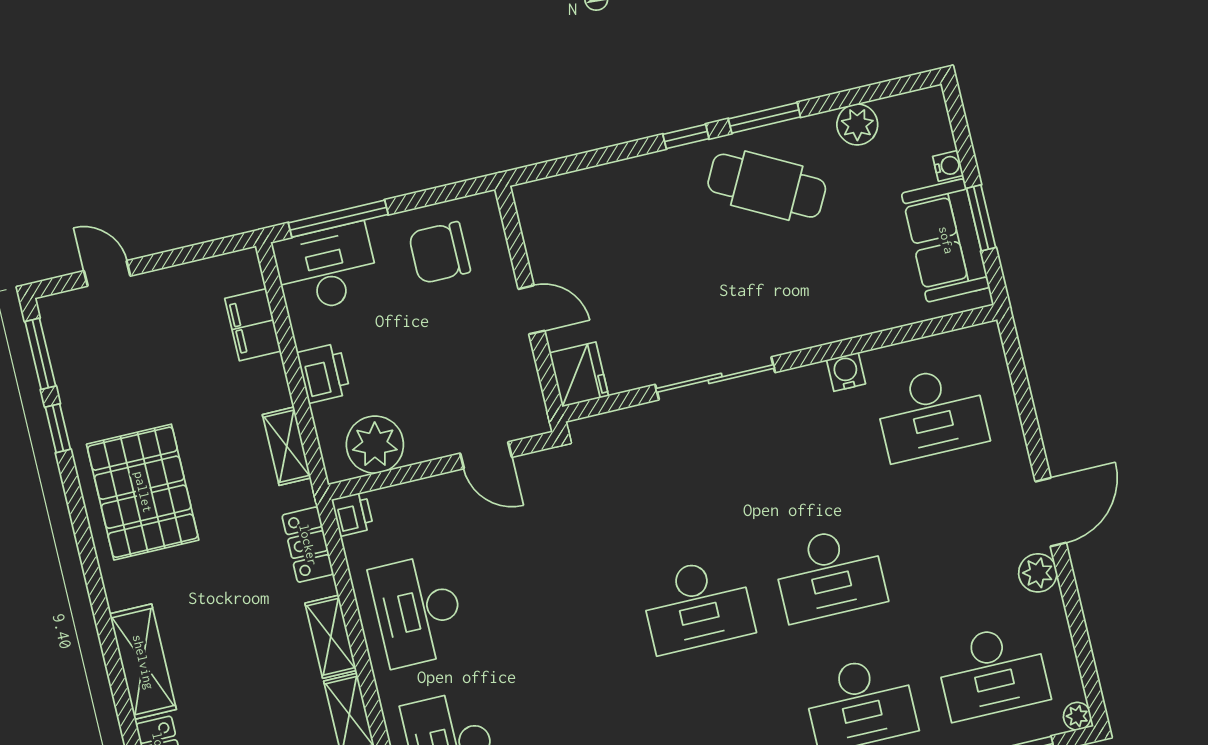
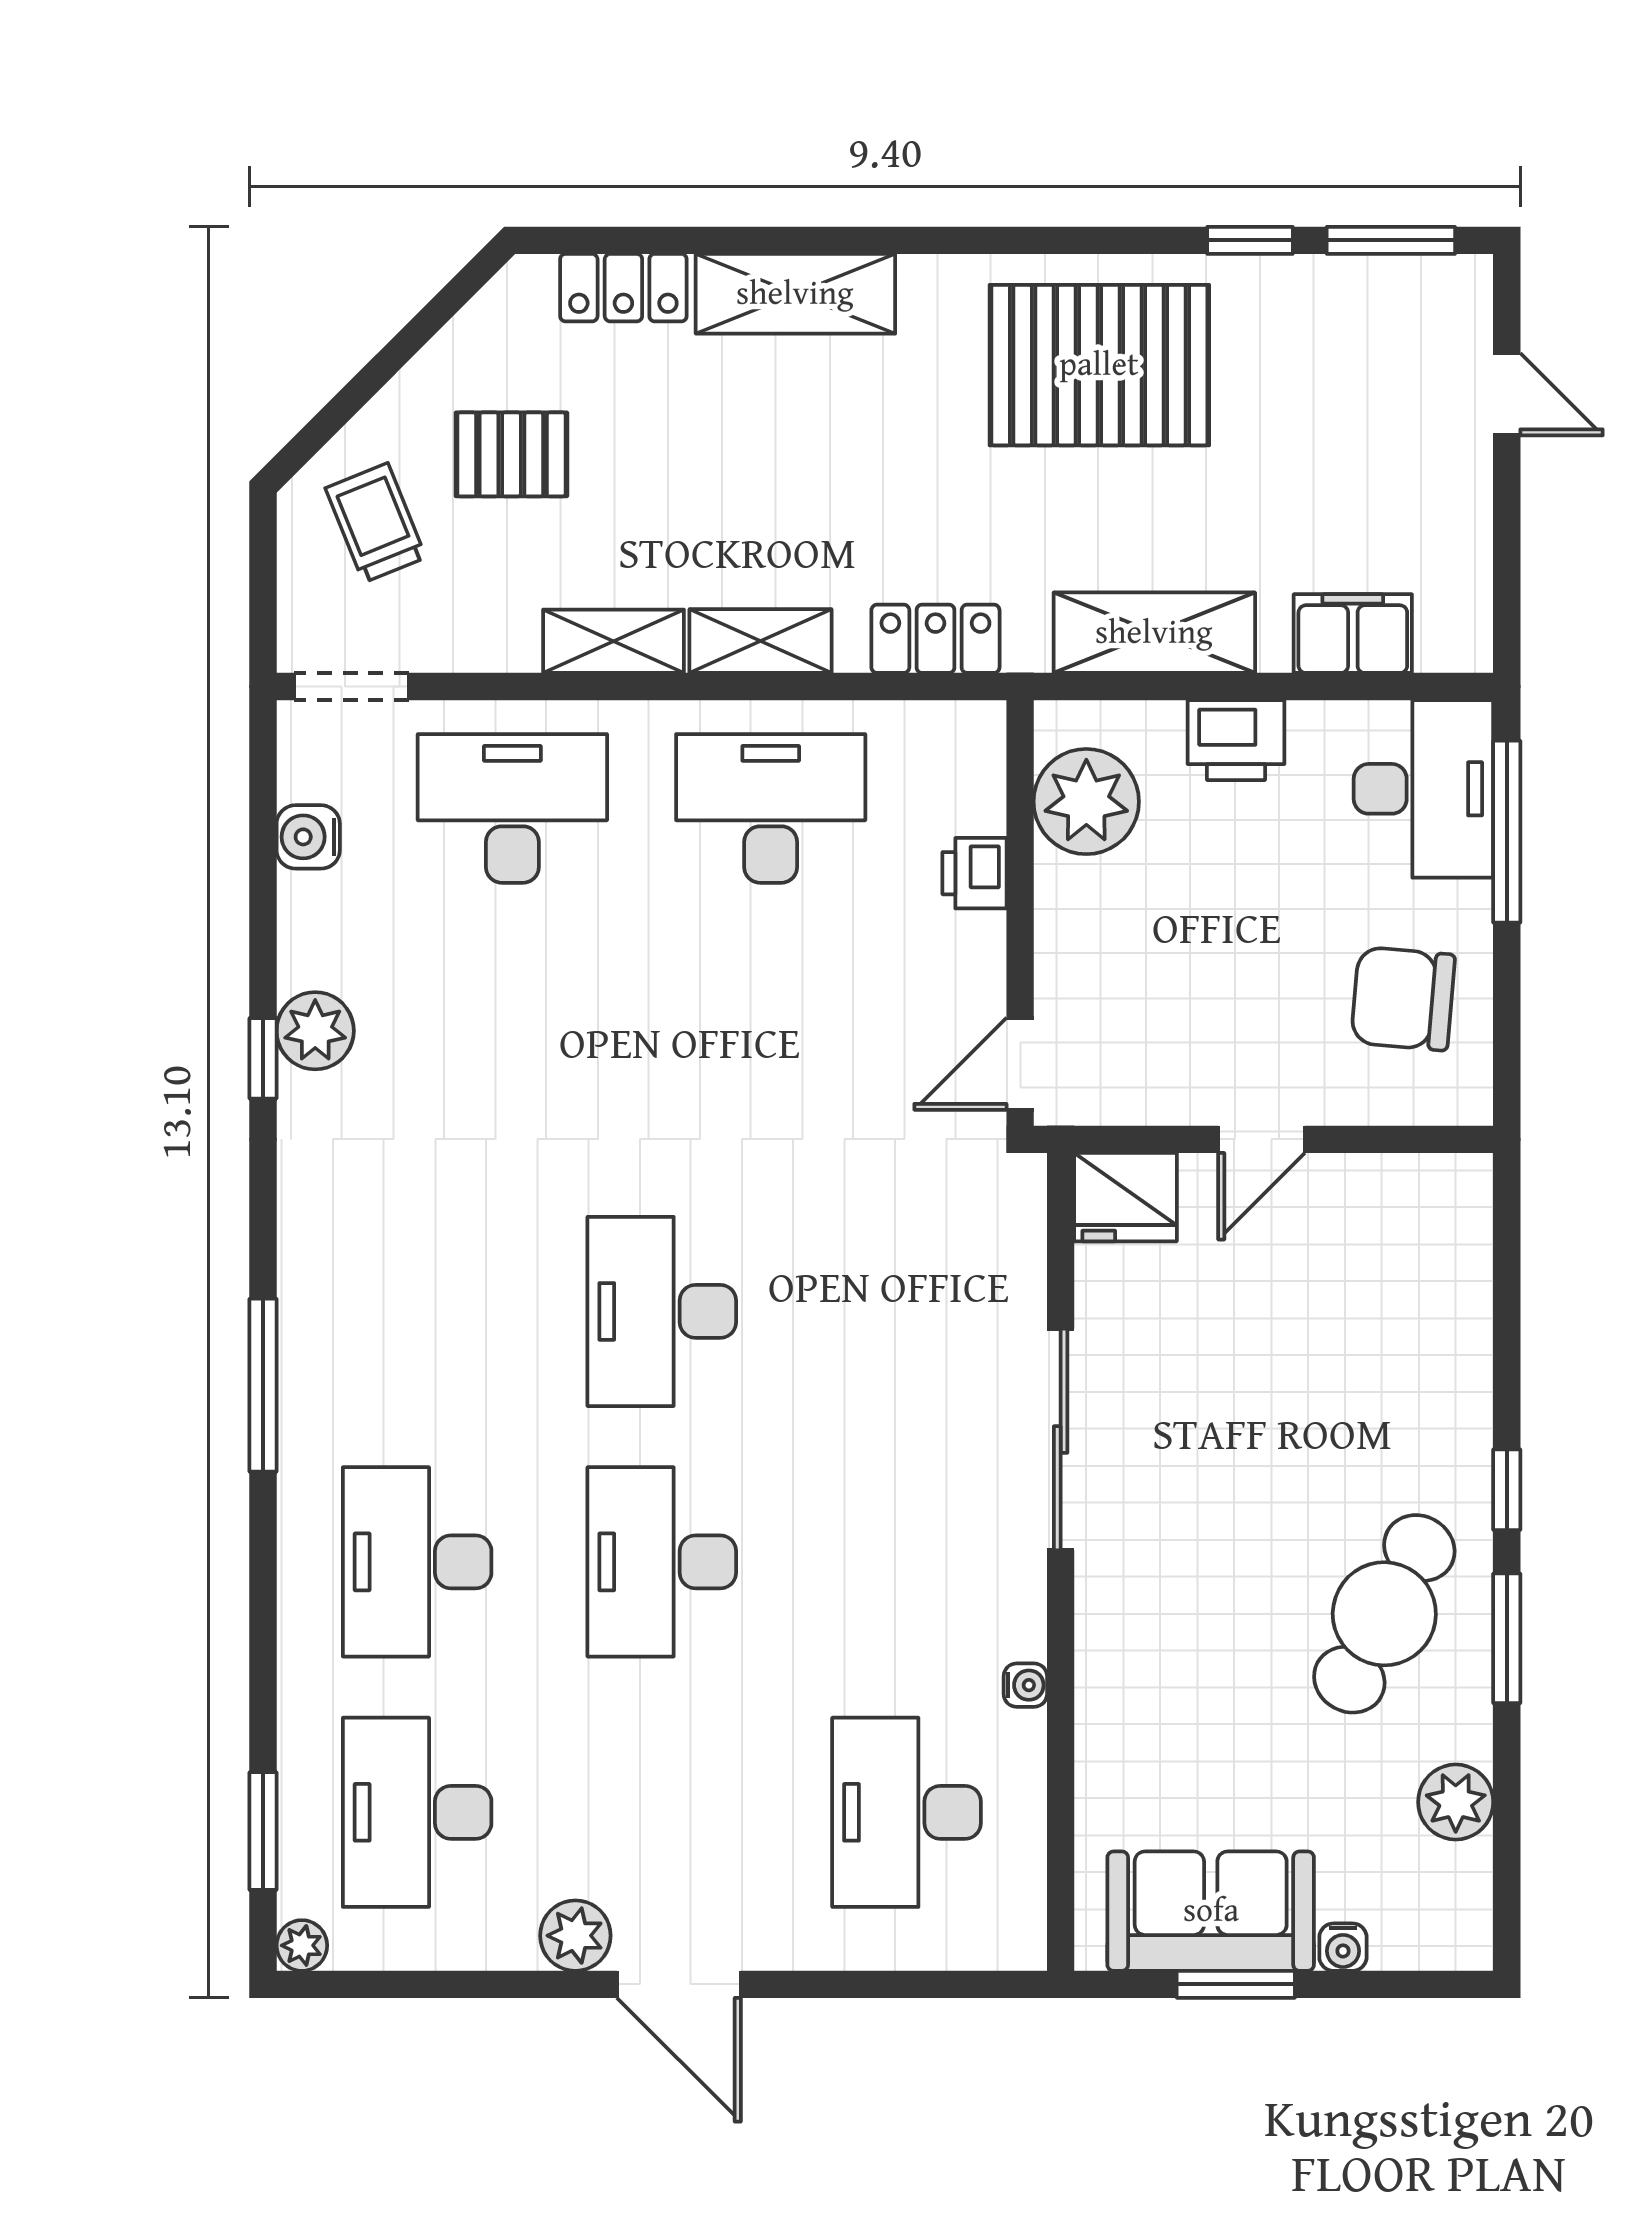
chair: (439, 253) -> (1403, 999), turned -85
door: (107, 273) -> (1507, 394), hinge flipped
water cooler: (846, 372) -> (1025, 1685), width x0.72, depth x0.72
shelving: (287, 446) -> (1154, 633), width x1.50, depth x1.33
door: (486, 455) -> (1020, 1064), moved
printer: (353, 514) -> (975, 873), moved, turned 90

